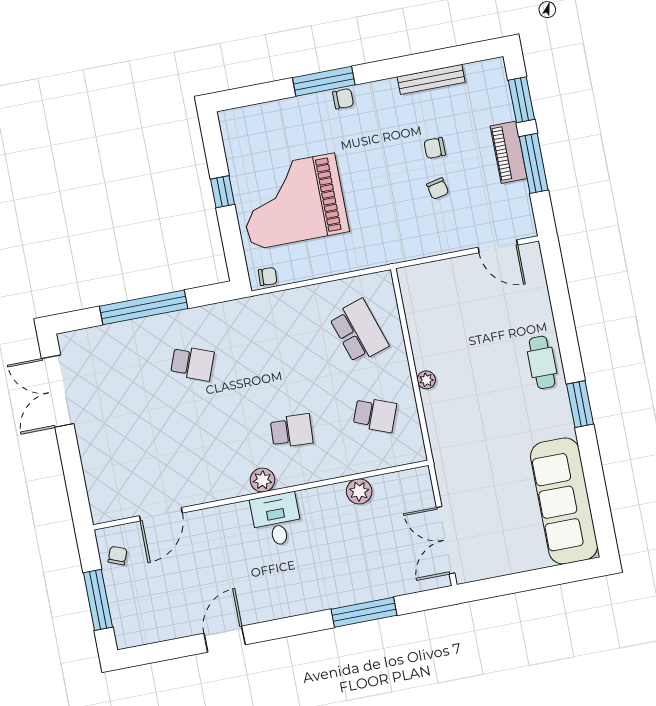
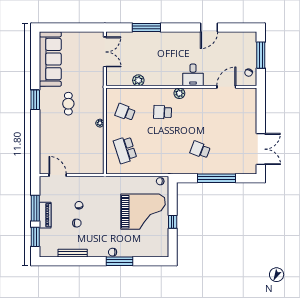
cafe table: (542, 362) -> (68, 104), moved
desk: (277, 520) -> (193, 75), moved

